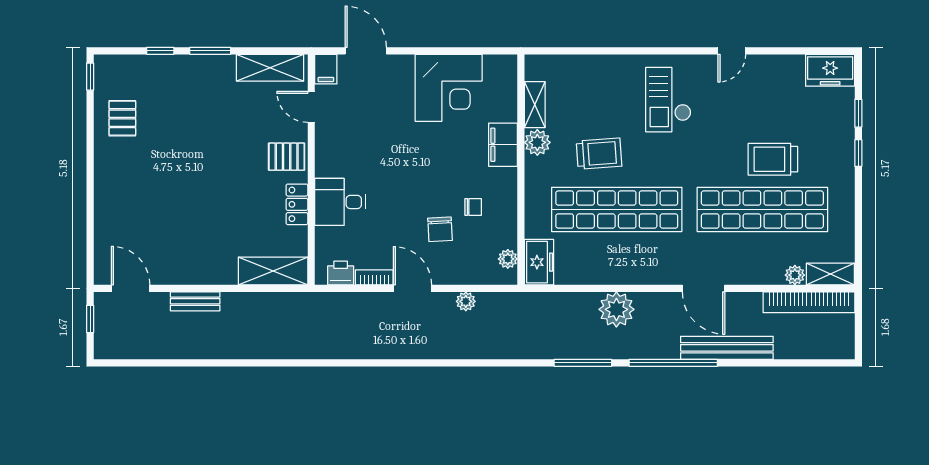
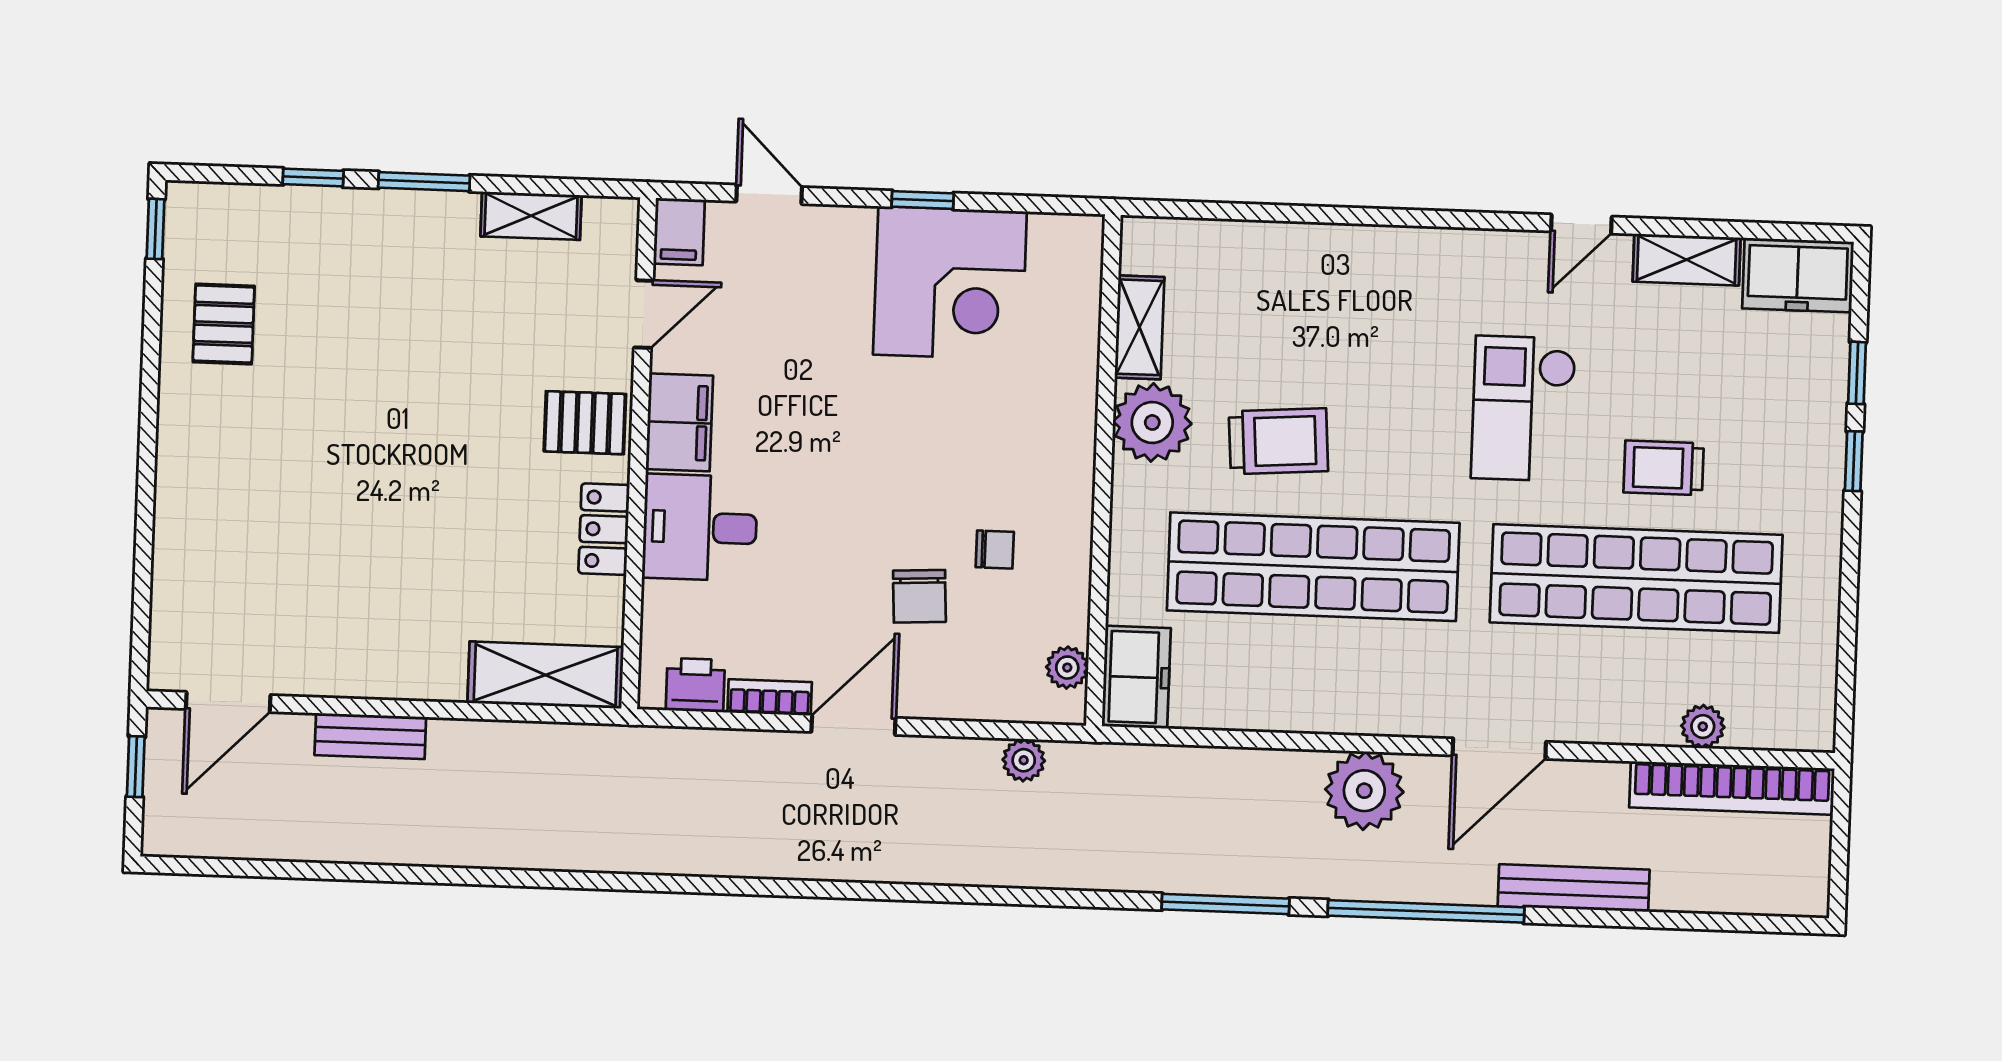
door: (366, 51) -> (769, 194), width x0.73
window: (435, 51) -> (923, 200), added
shelving: (270, 68) -> (531, 216), width x0.67, depth x0.75
checkout: (668, 100) -> (1524, 409), moved
door: (311, 107) -> (644, 314), swing flipped
plant: (537, 142) -> (1152, 422), width x1.36, depth x1.36
filing cabinet: (503, 145) -> (679, 422), moved, turned 180
trolley: (773, 159) -> (1664, 468), width x0.73, depth x0.72
shelving: (830, 274) -> (1687, 260), moved
door: (131, 288) -> (228, 702), swing flipped
door: (412, 288) -> (853, 725), hinge flipped
door: (704, 288) -> (1499, 749), hinge flipped
plant: (466, 301) -> (1024, 760), moved
plant: (616, 309) -> (1364, 791), moved
bench: (727, 348) -> (1574, 888), width x0.73, depth x0.82

